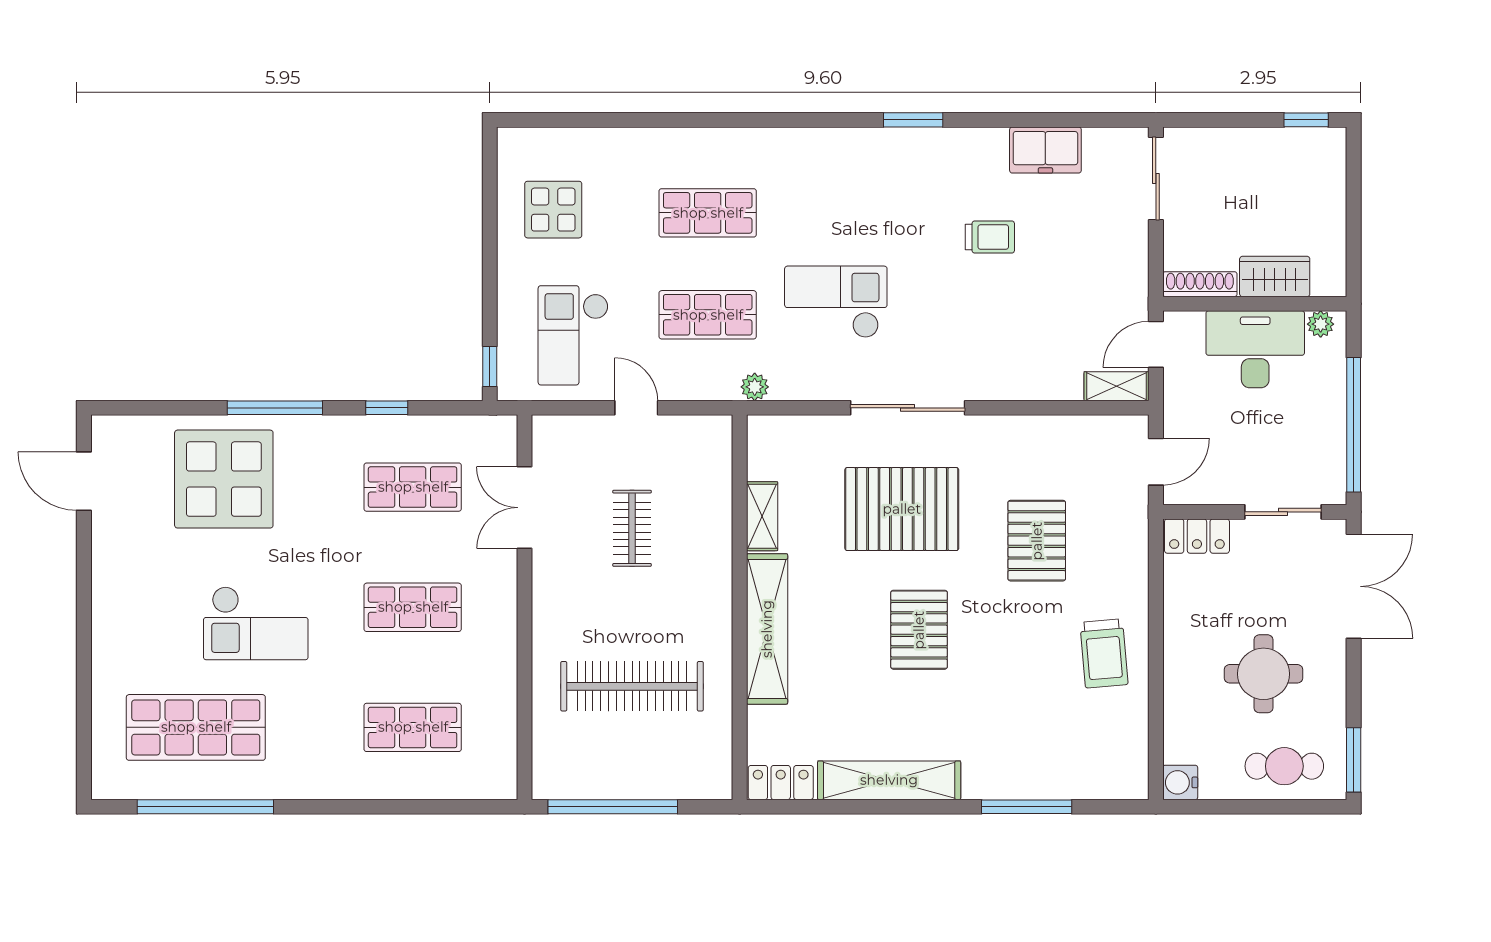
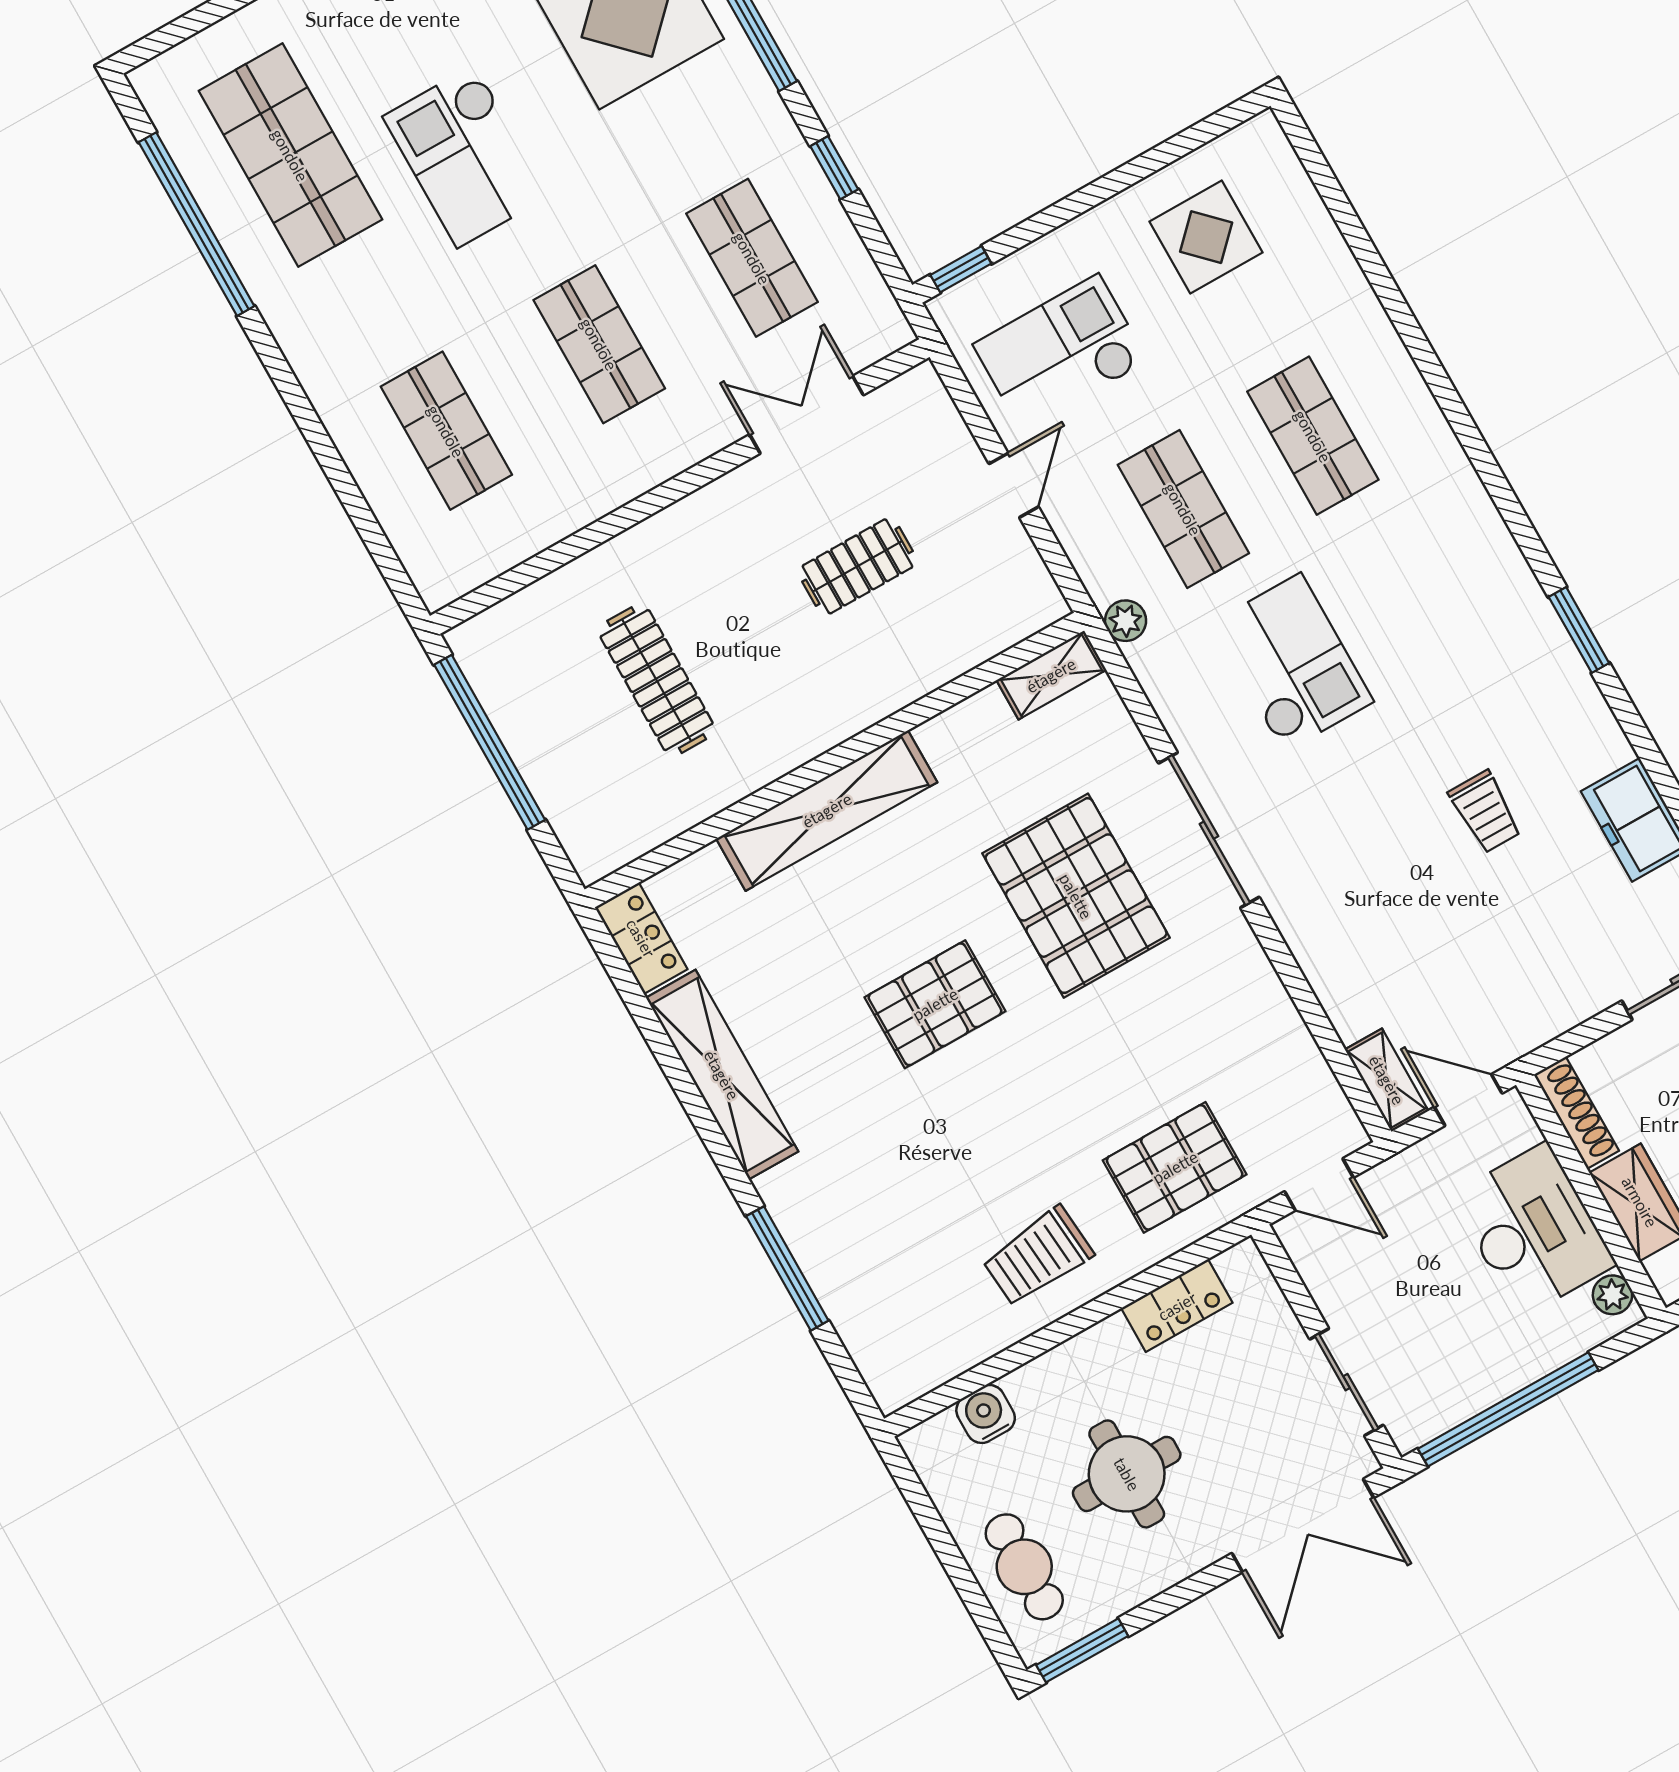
shelving: (762, 516) -> (1051, 675), moved
locker: (1197, 536) -> (1177, 1306), moved, turned -90
pallet: (1037, 541) -> (1175, 1167), moved
clothes rail: (632, 686) -> (657, 680), width x0.73, depth x0.76
water cooler: (1180, 782) -> (986, 1414), moved

